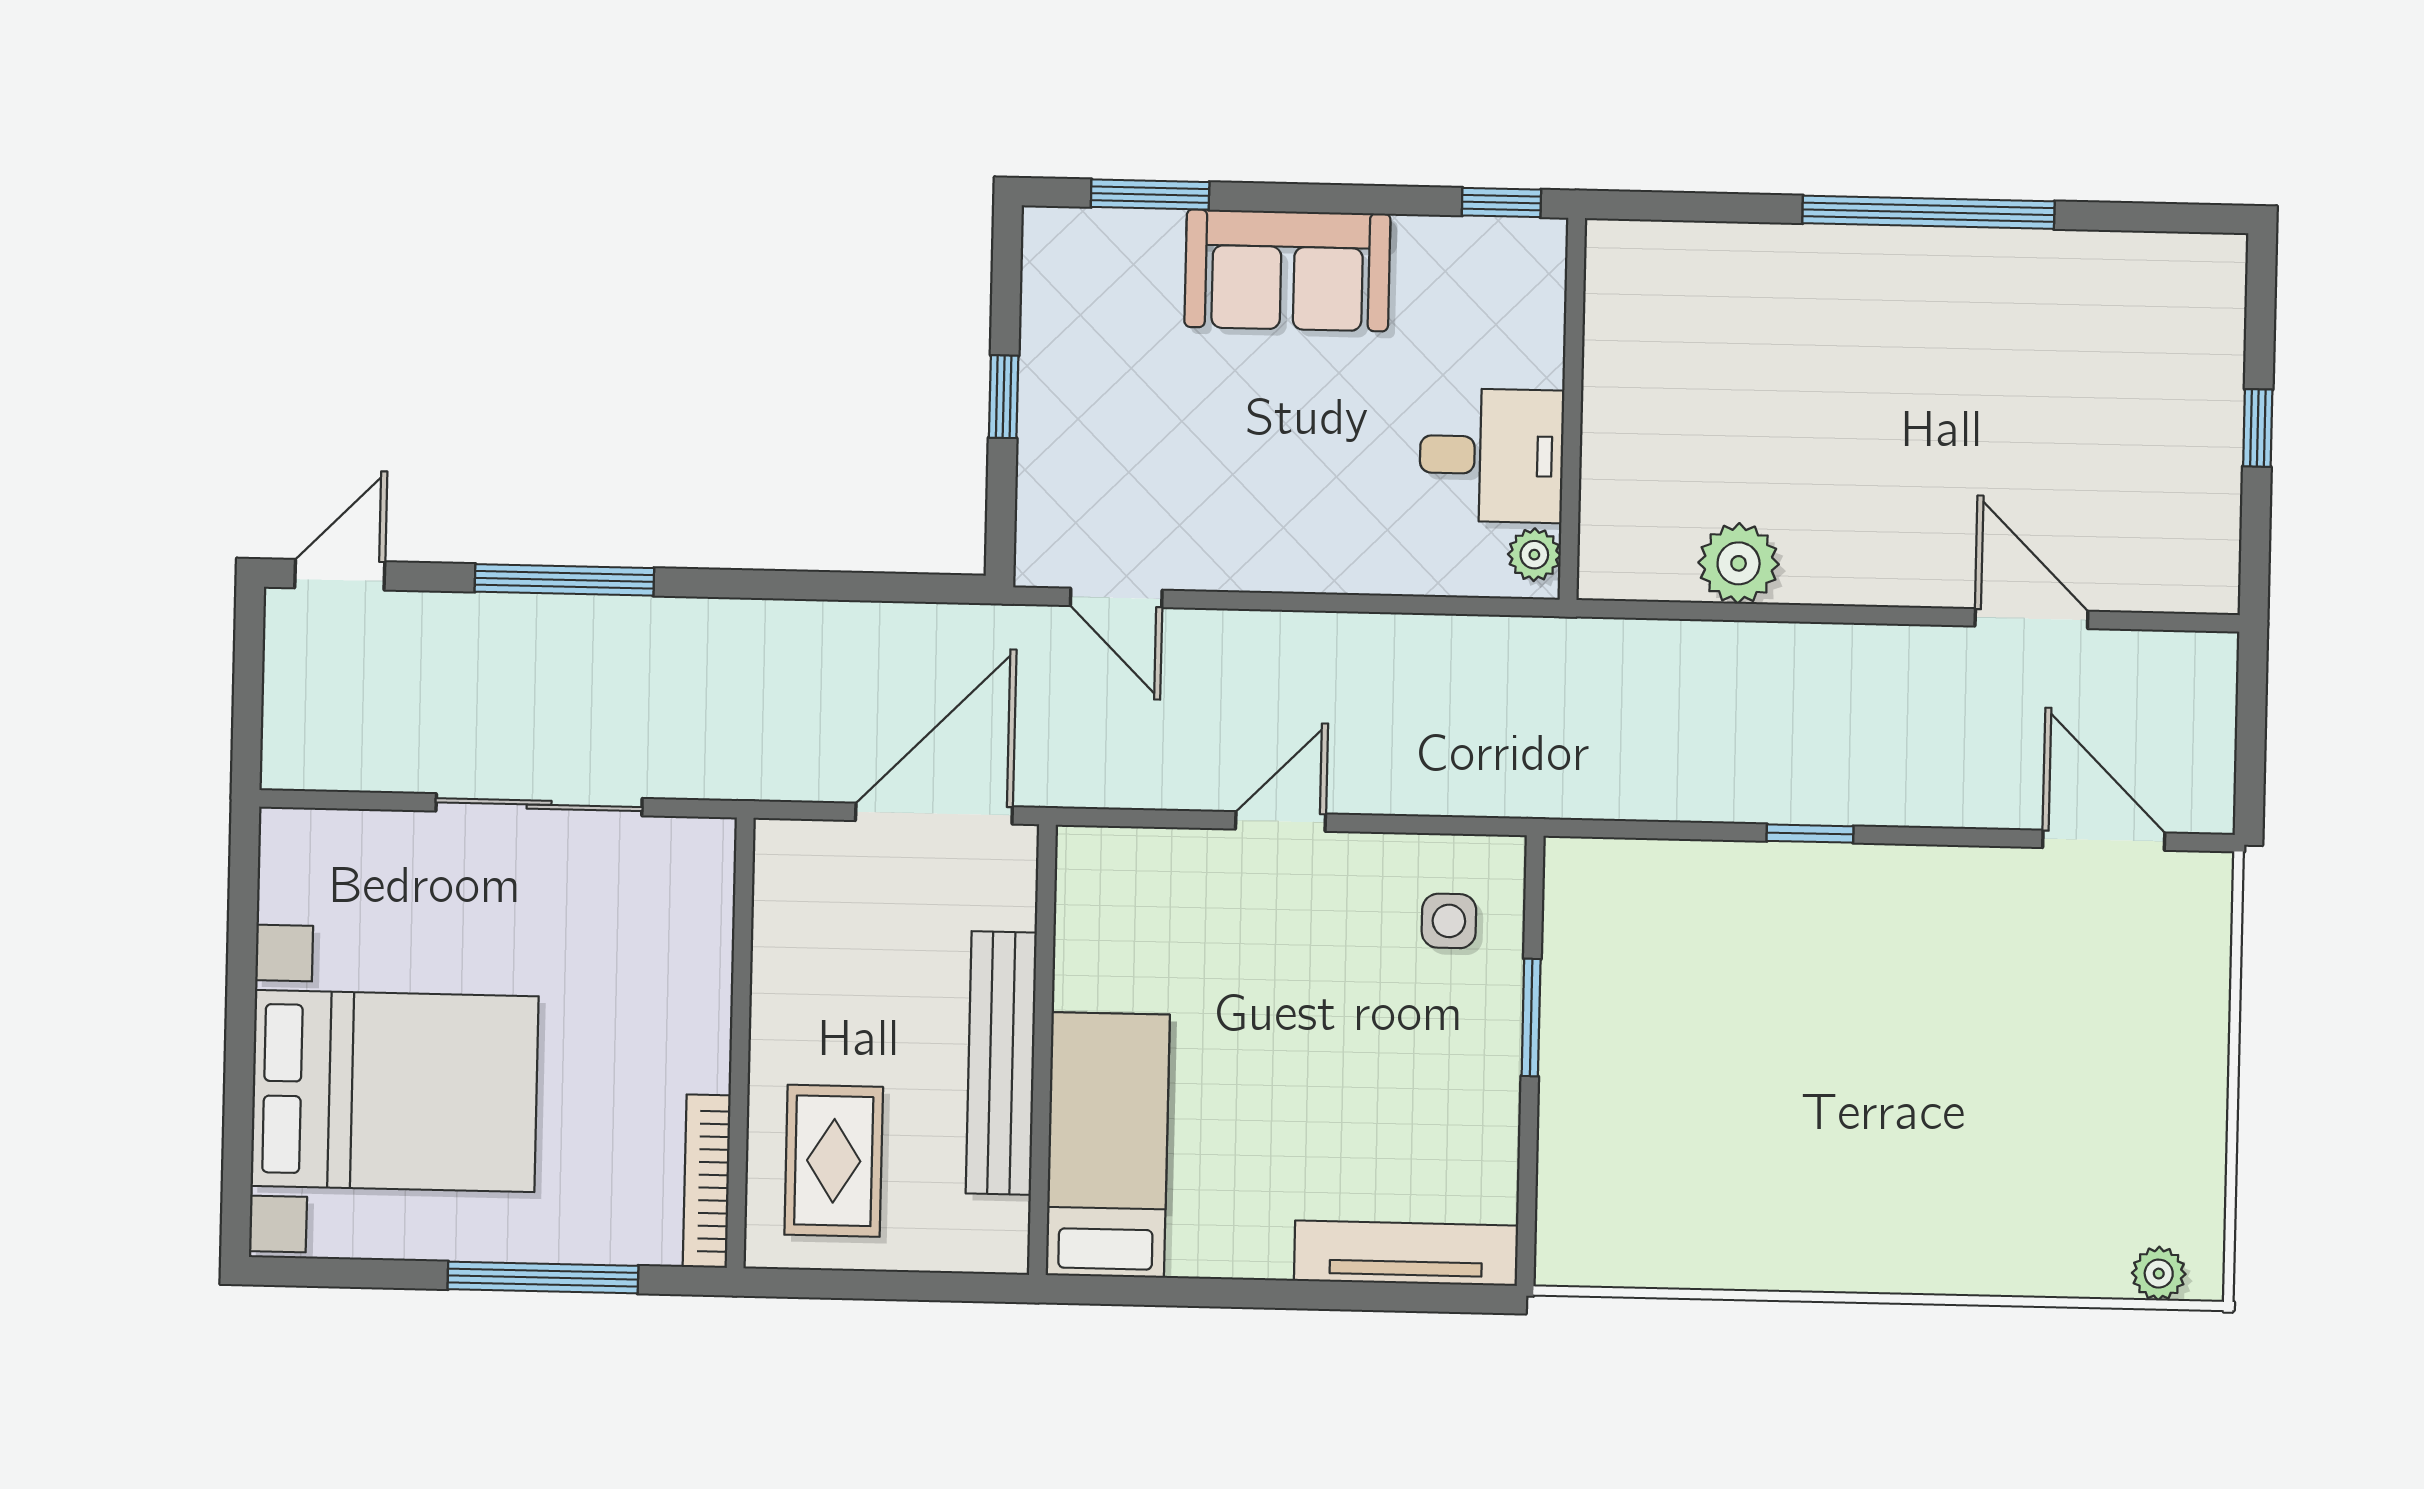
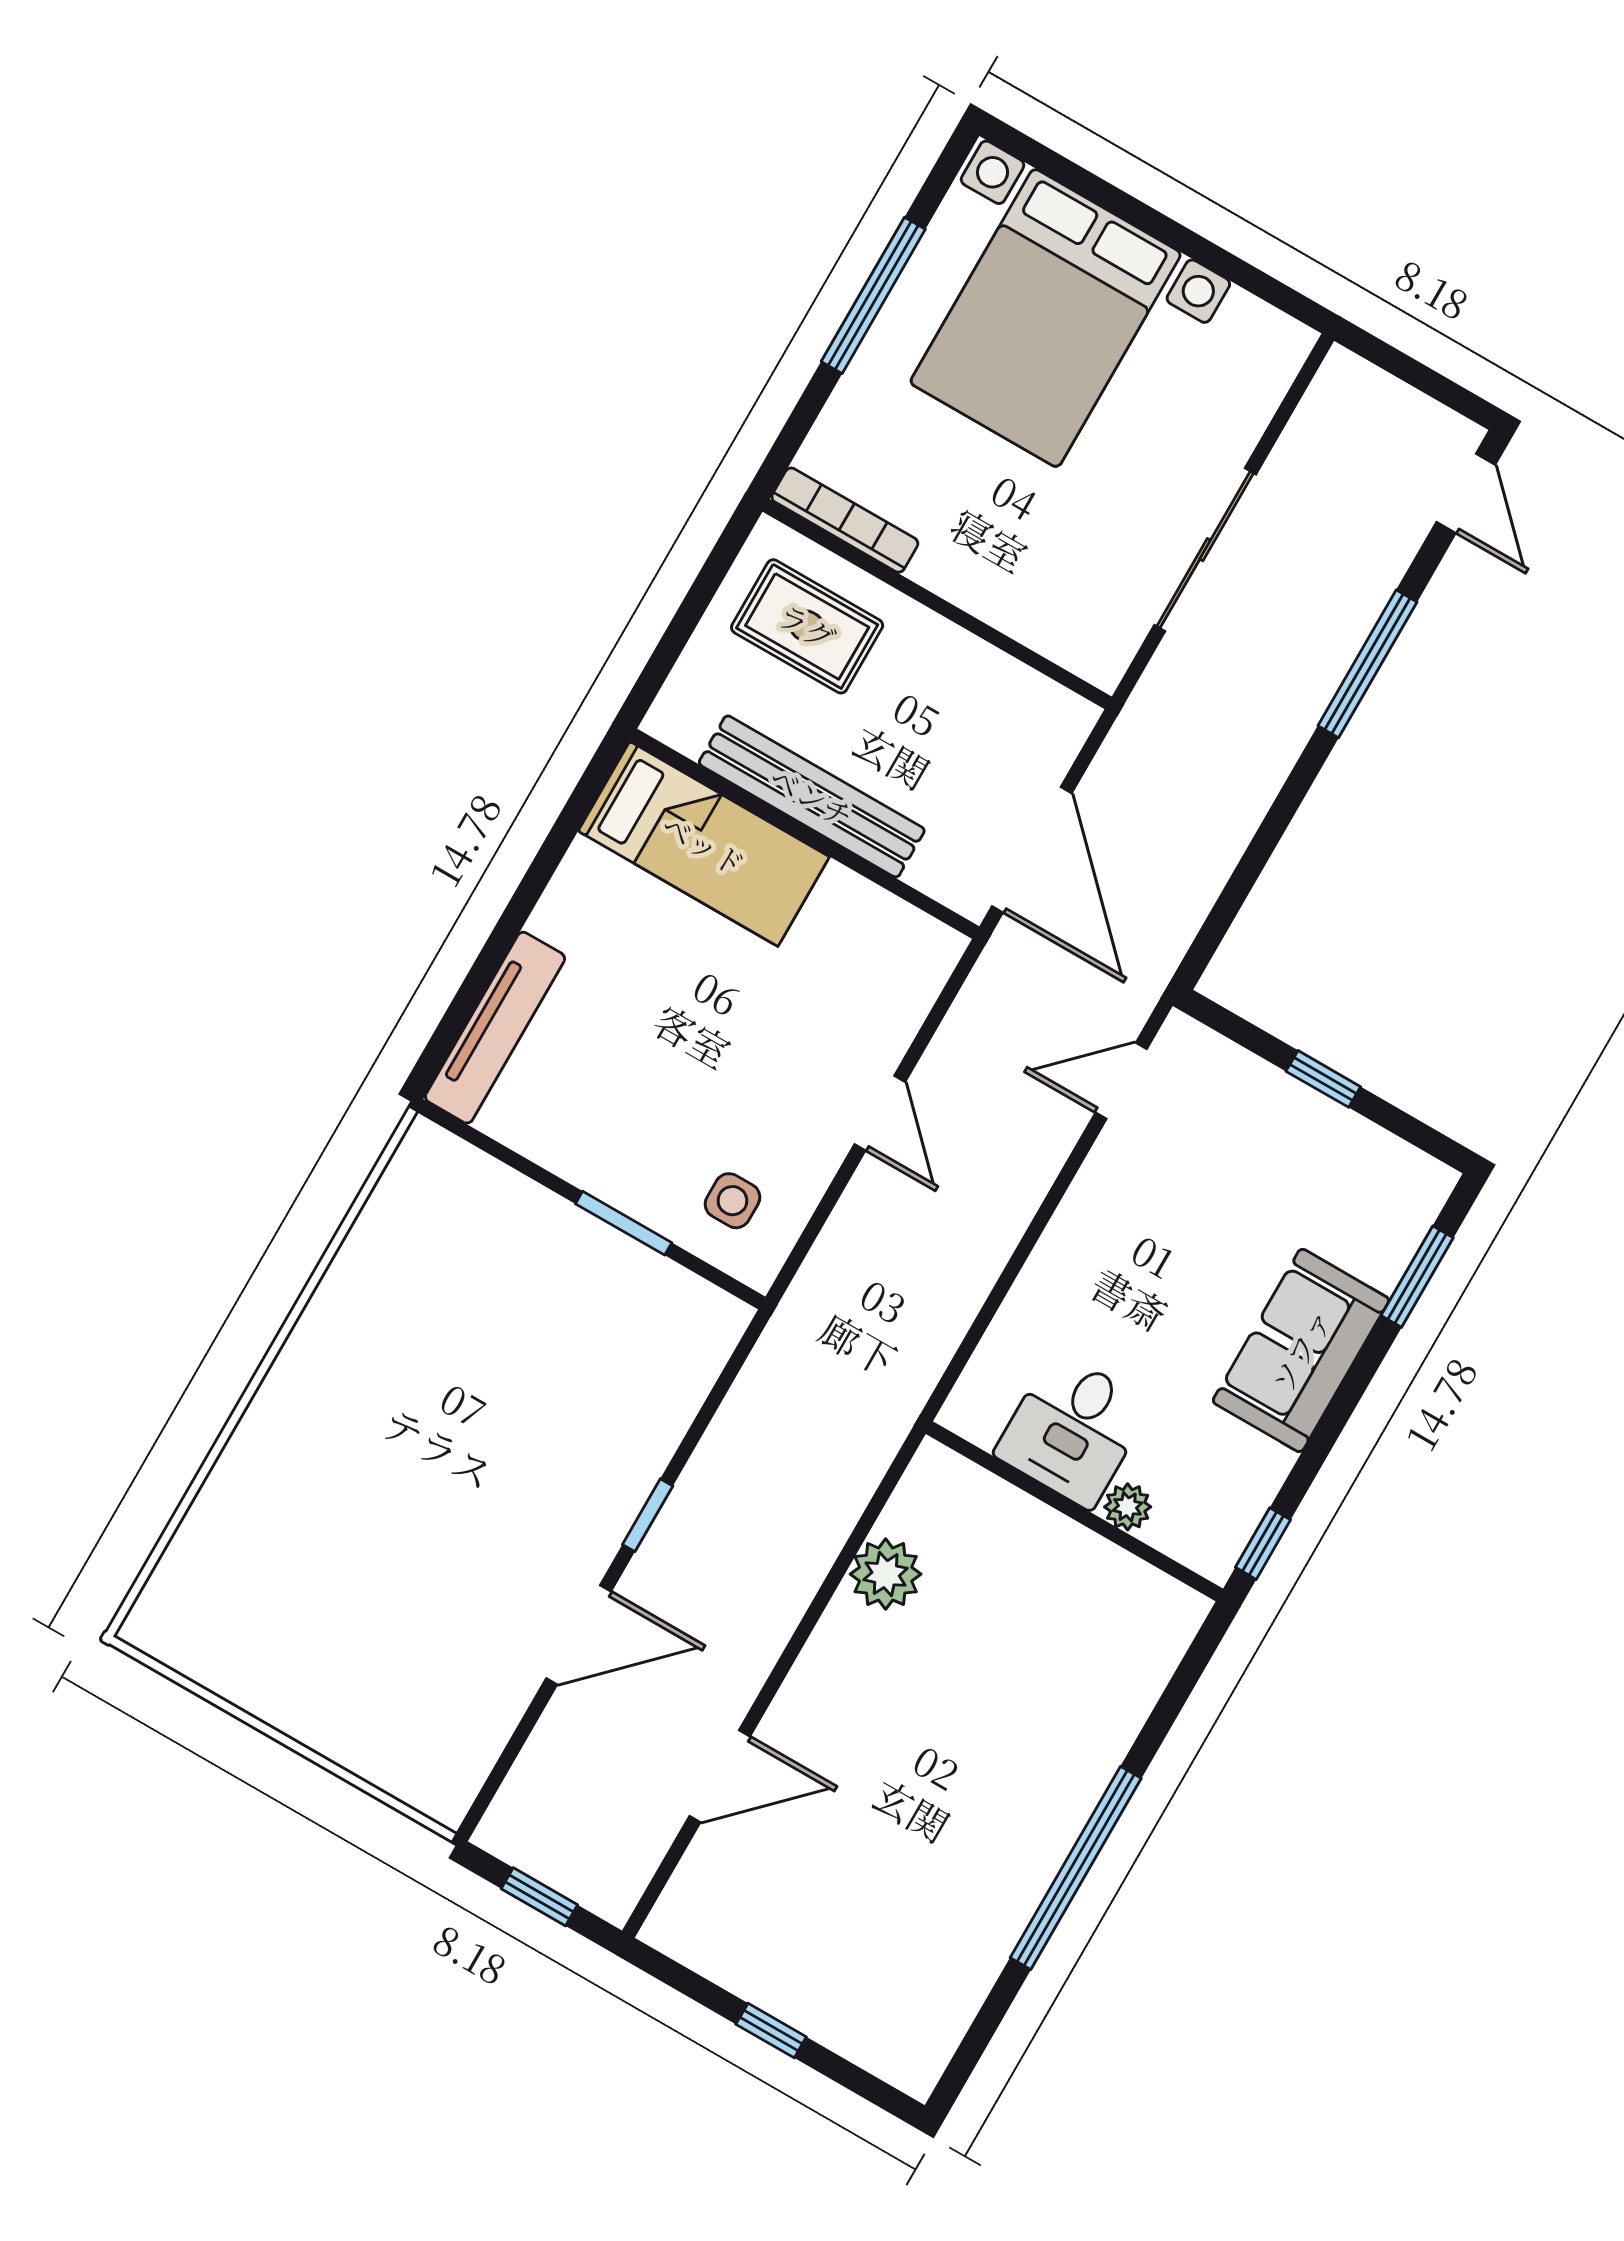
plant: (1534, 555) -> (1128, 1507), moved
window: (2251, 733) -> (539, 1897), added
door: (2104, 840) -> (579, 1635), moved
plant: (2159, 1274) -> (162, 1598), removed
window: (543, 1278) -> (873, 295), moved

